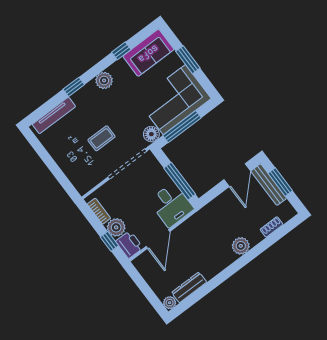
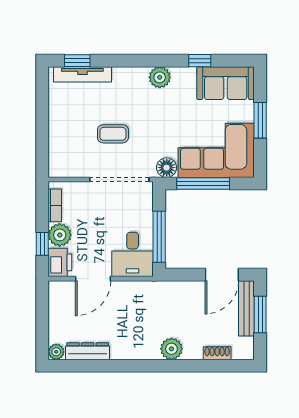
window: (74, 87) -> (77, 61), moved

